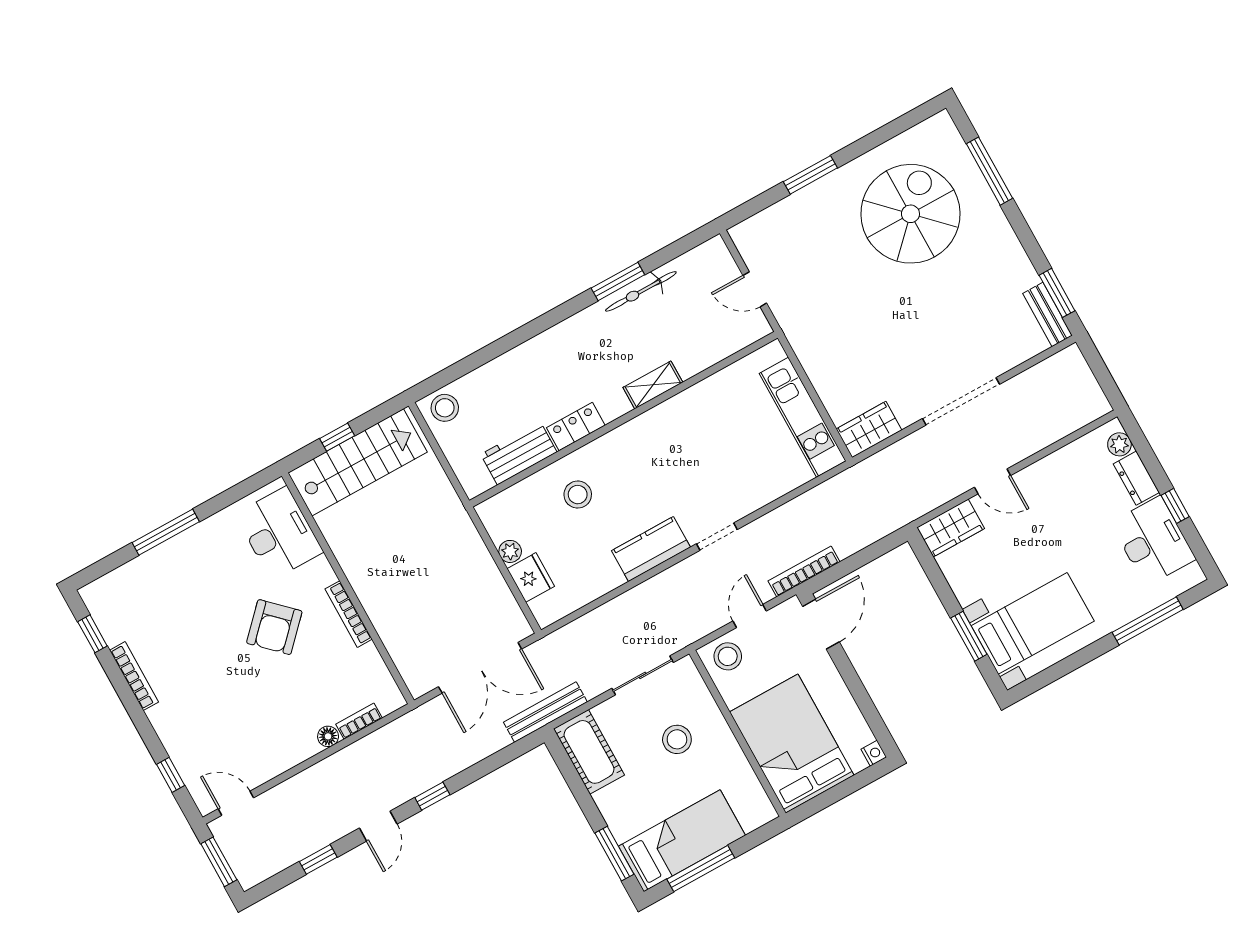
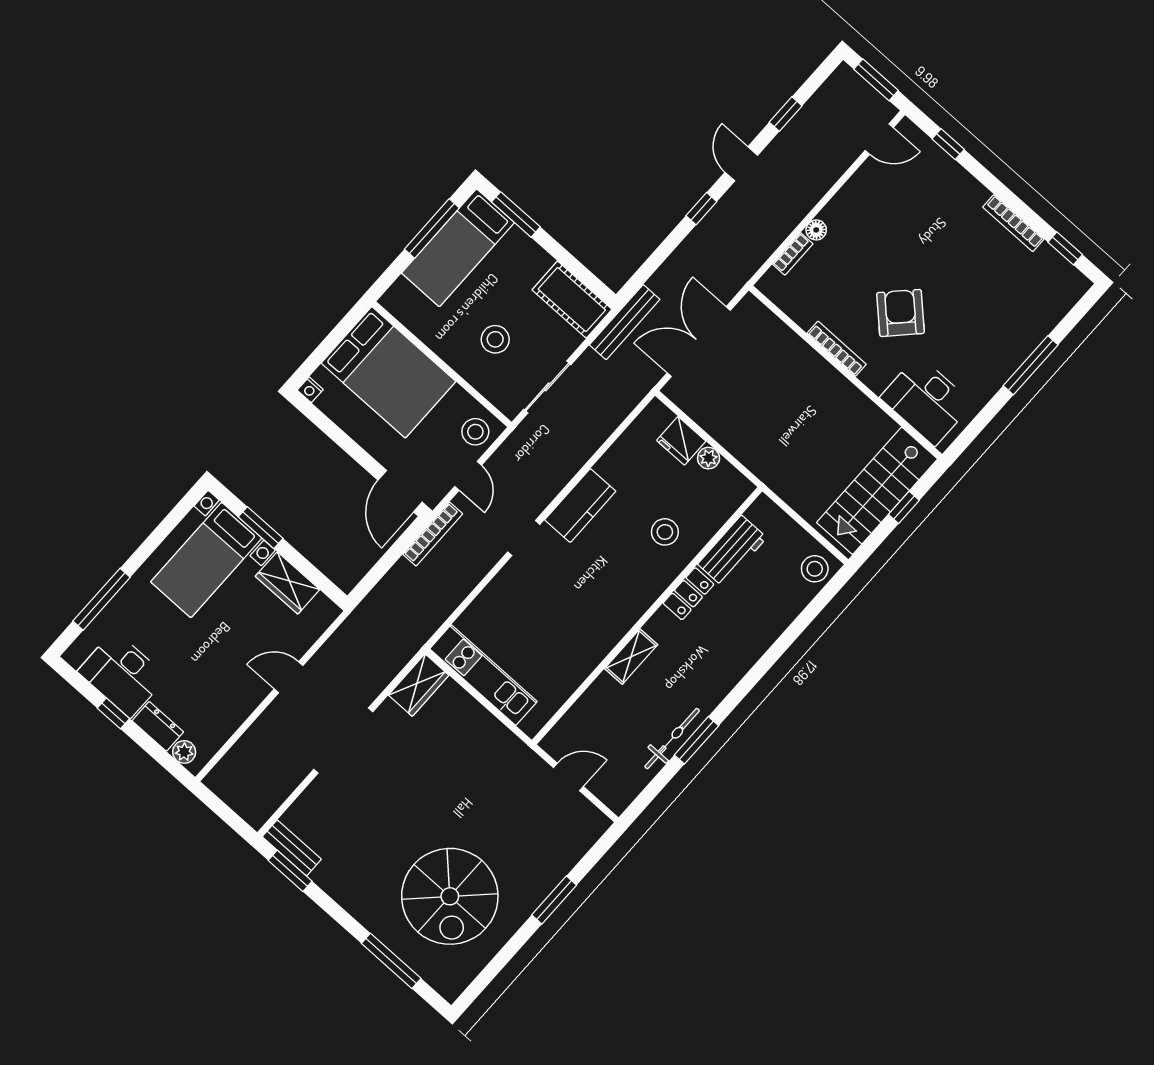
wardrobe: (951, 528) -> (287, 583), moved, turned -90

